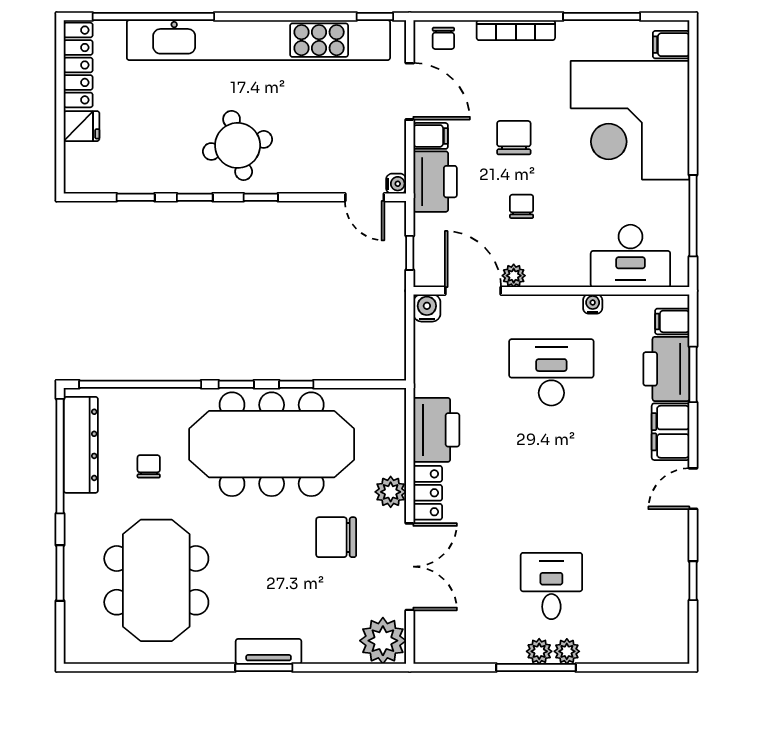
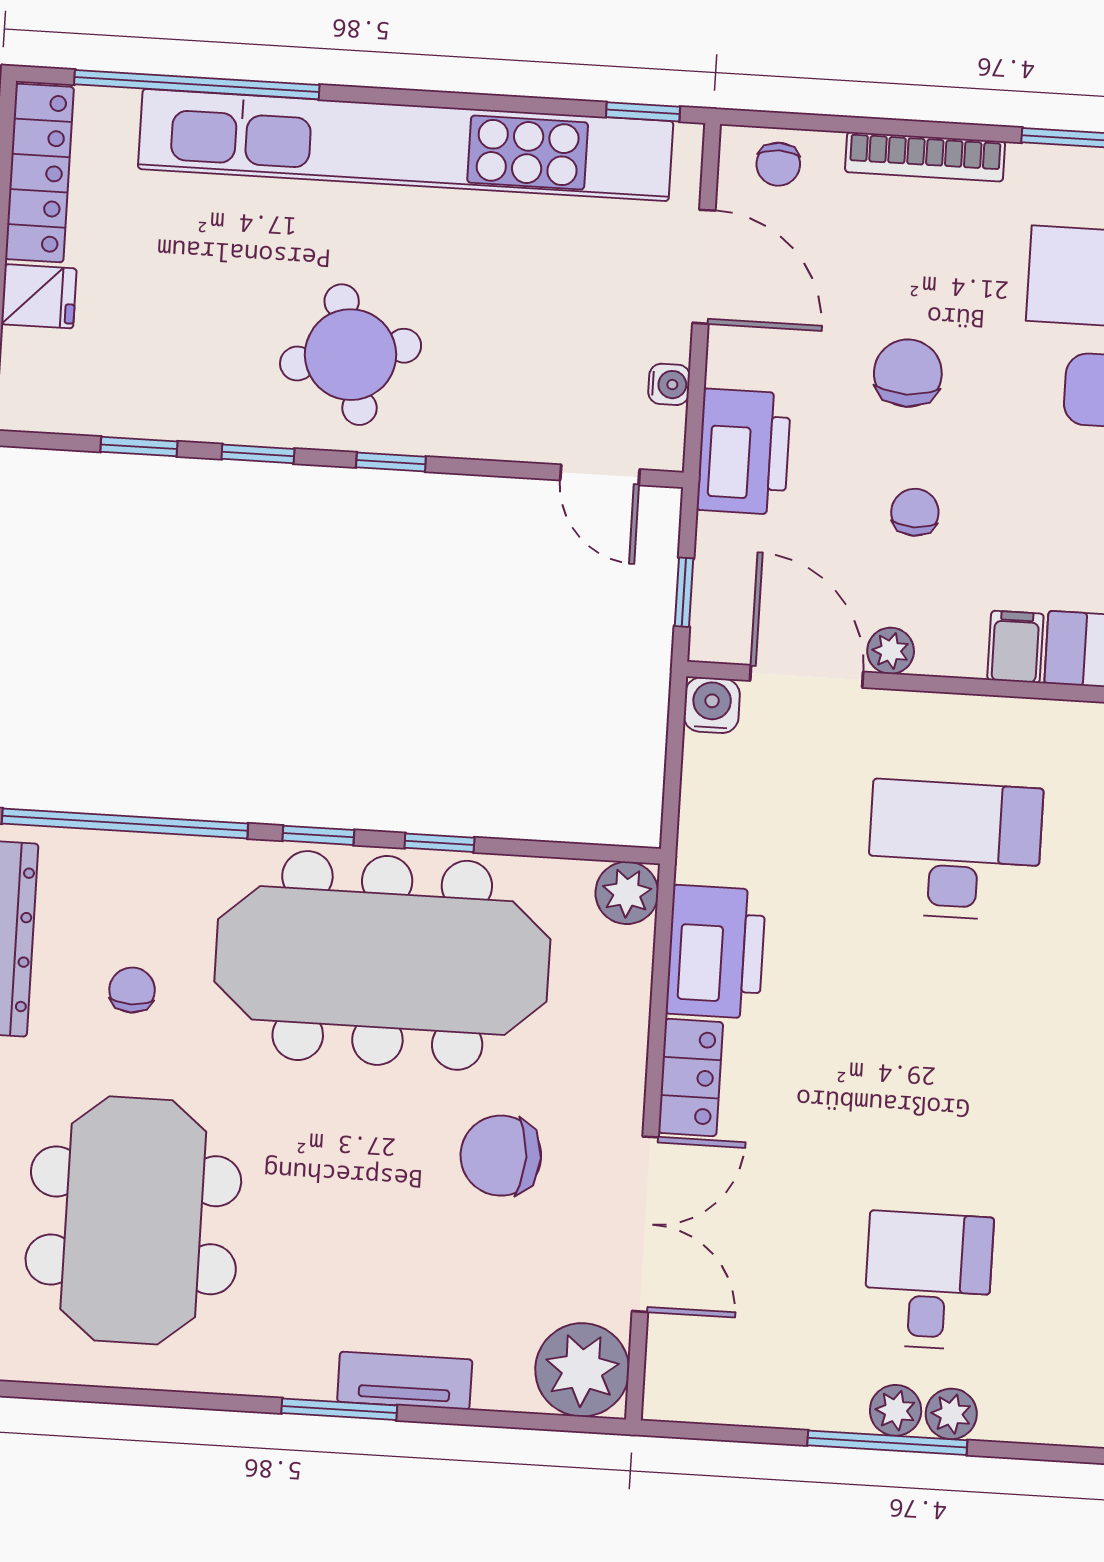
filing cabinet: (431, 136) -> (1015, 647), moved, turned -90
water cooler: (396, 184) -> (669, 384), moved
water cooler: (593, 304) -> (1046, 718), removed
plant: (391, 492) -> (627, 893), moved
tv unit: (269, 651) -> (405, 1381), moved

